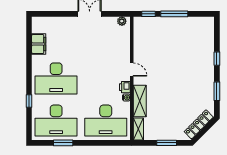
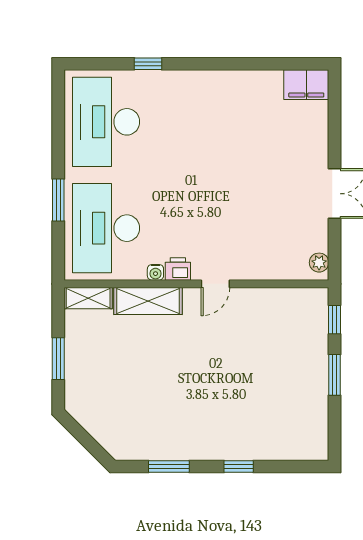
window: (174, 14) -> (335, 375), width x0.69
filing cabinet: (39, 44) -> (306, 85), moved
desk: (56, 78) -> (196, 122), removed
locker: (199, 124) -> (98, 427), removed
window: (63, 143) -> (58, 200), moved

